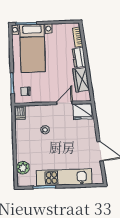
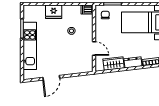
fridge: (83, 111) -> (54, 12), moved, turned -90
plant: (23, 168) -> (39, 11), removed

